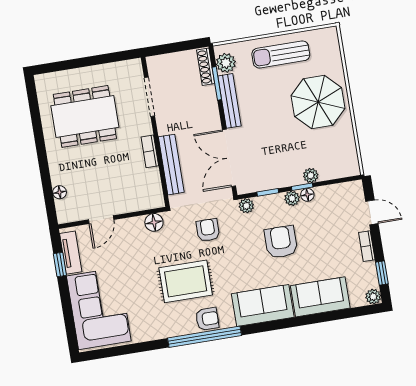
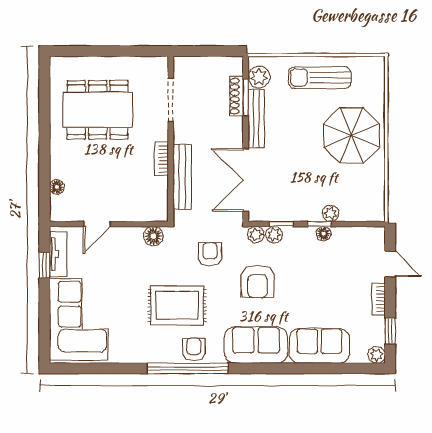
shoe rack: (206, 67) -> (236, 96), moved
plant: (292, 198) -> (274, 235), moved
armchair: (281, 242) -> (258, 281), moved, turned 180
armchair: (207, 319) -> (194, 350), turned -90

